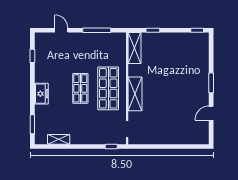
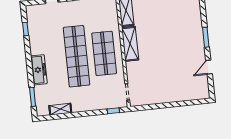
shop shelf: (80, 88) -> (76, 56), width x2.00, depth x1.36
freezer: (41, 94) -> (39, 70), width x1.40
shelving: (135, 94) -> (130, 44), moved

